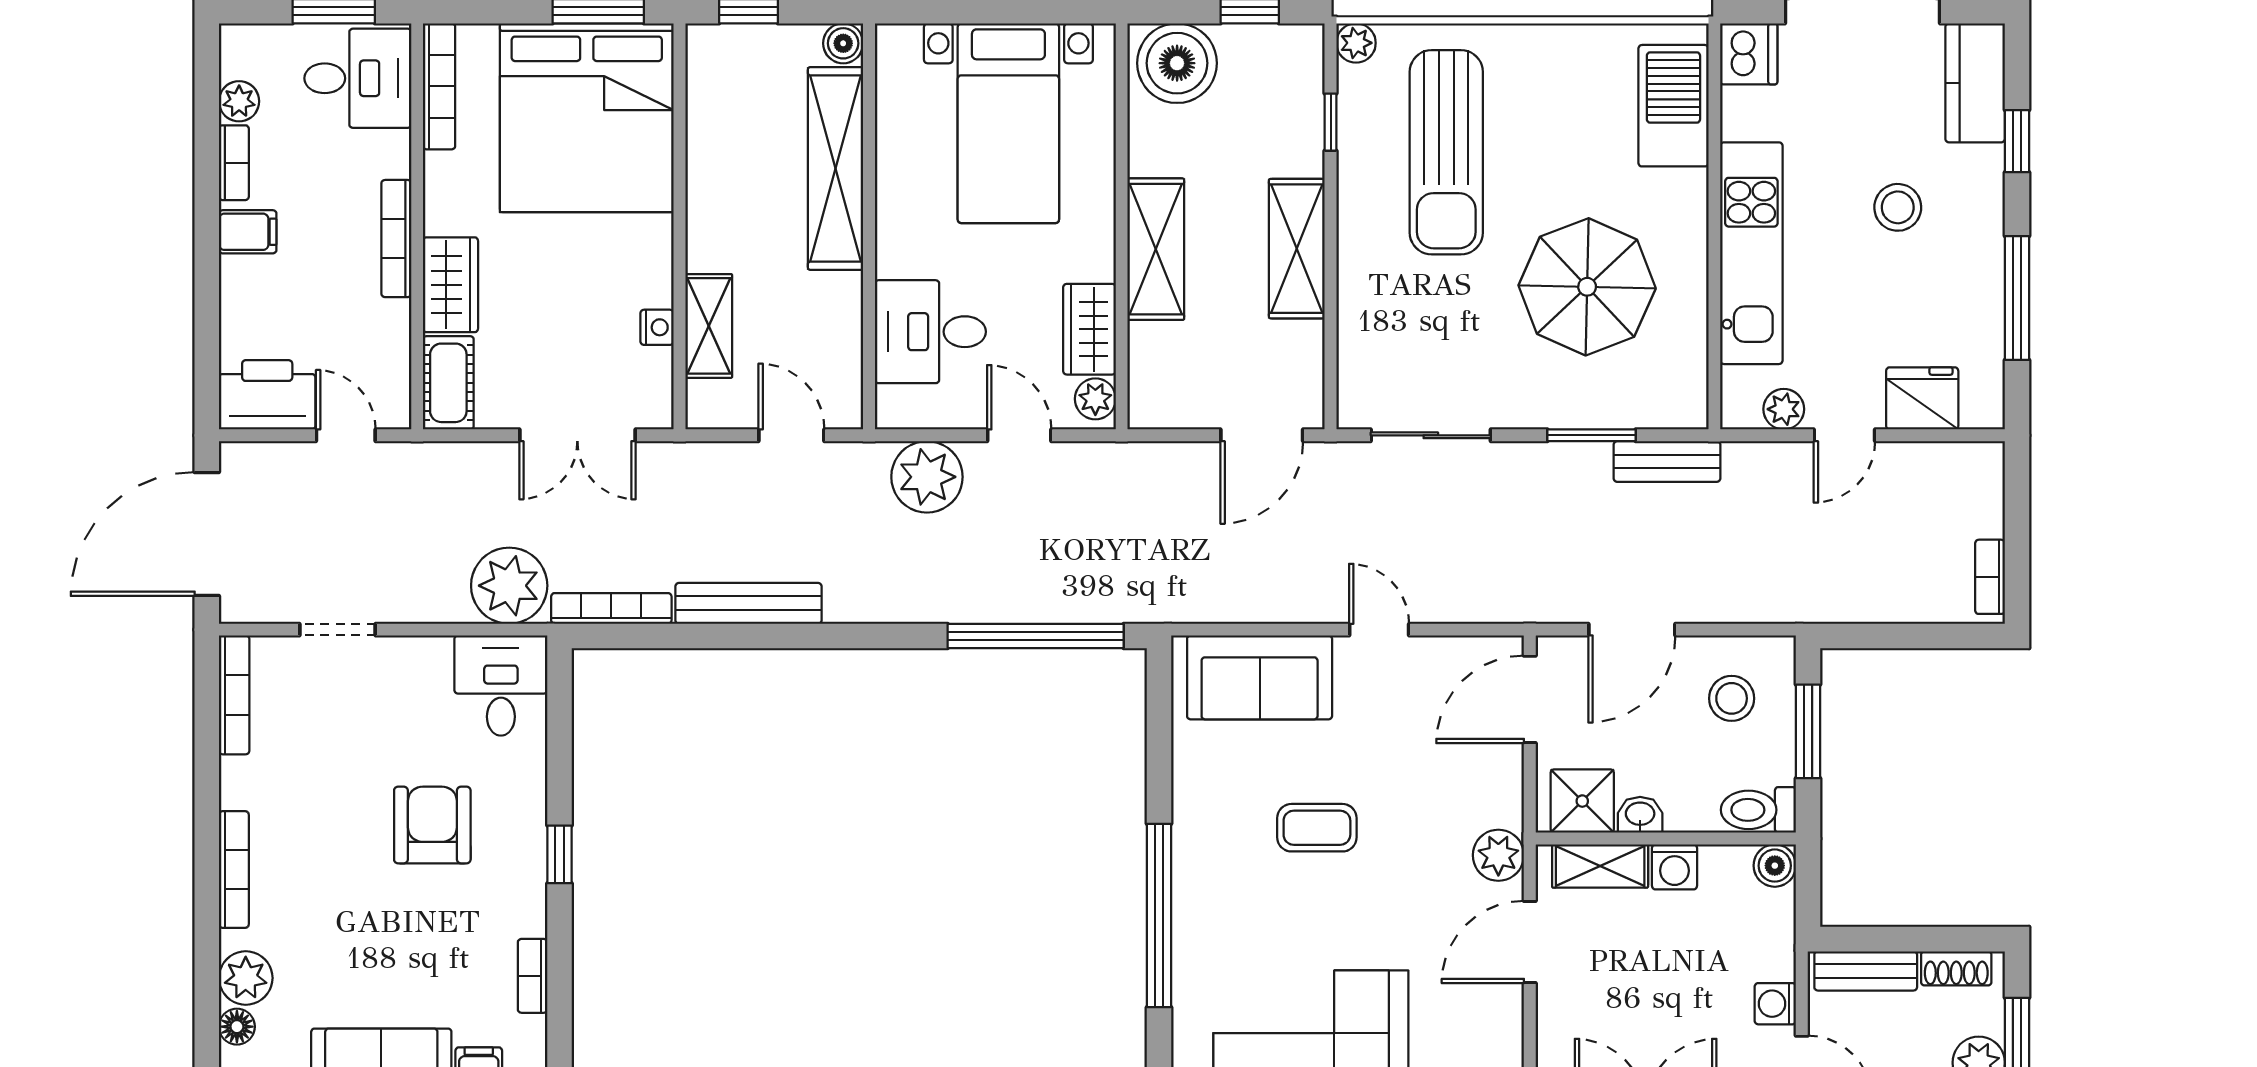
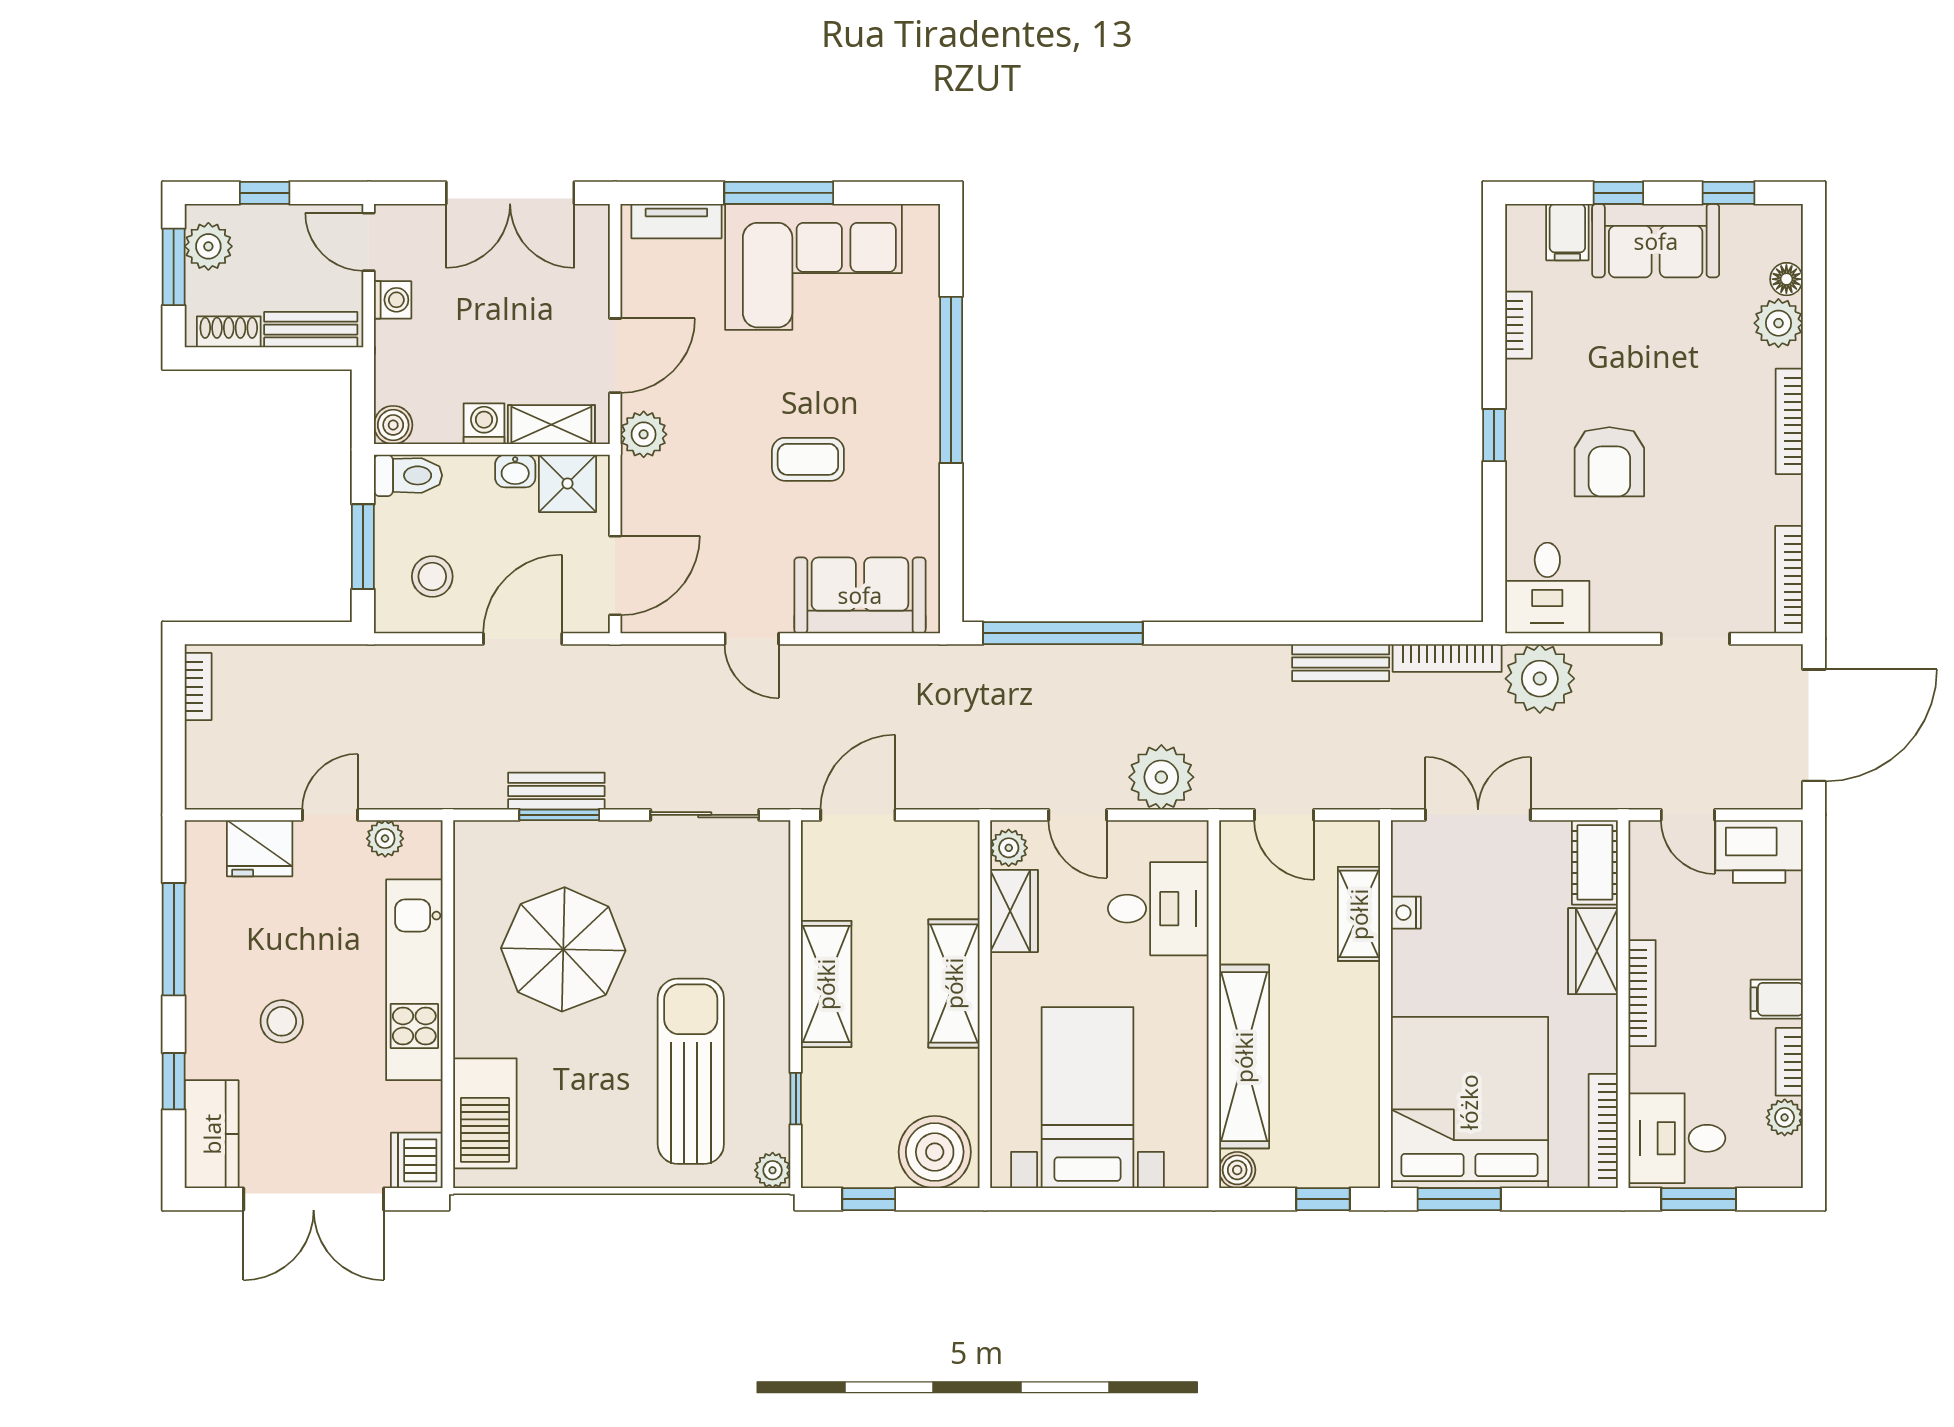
bench: (1667, 462) -> (556, 791), moved
bench: (748, 603) -> (1341, 663), width x0.73

